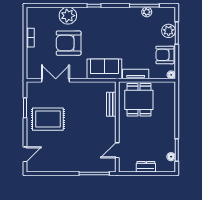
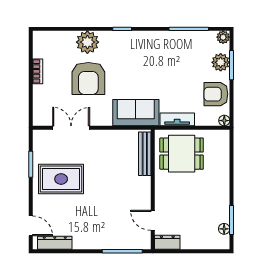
plant: (147, 12) -> (223, 37), moved
armchair: (69, 43) -> (88, 78), turned -90
dining table: (139, 100) -> (182, 154), turned 90
bench: (111, 104) -> (145, 154), width x1.36
door: (117, 150) -> (153, 220), hinge flipped
door: (25, 154) -> (31, 226), hinge flipped
dresser: (43, 167) -> (55, 243), added
dresser: (146, 167) -> (167, 242), moved

